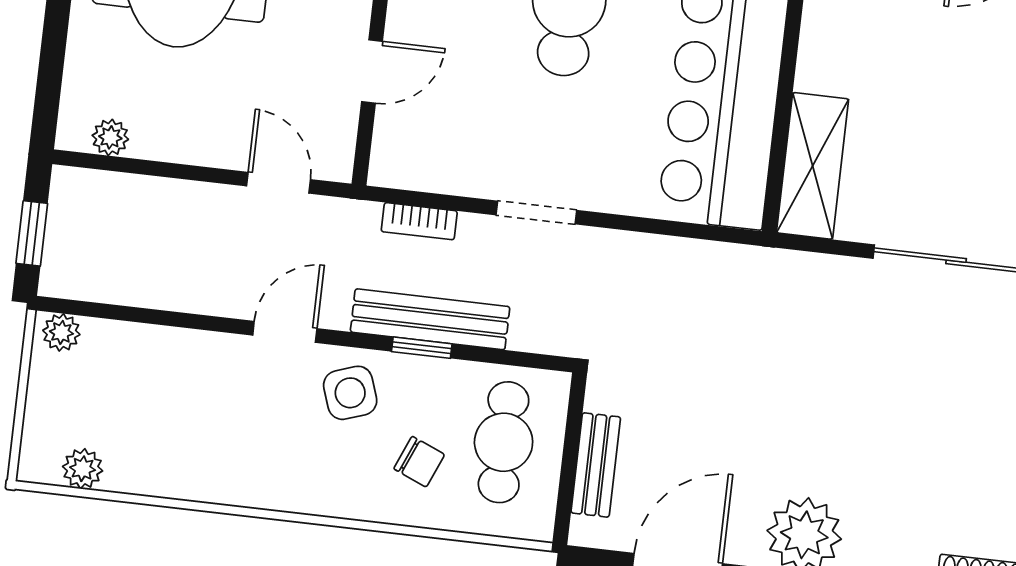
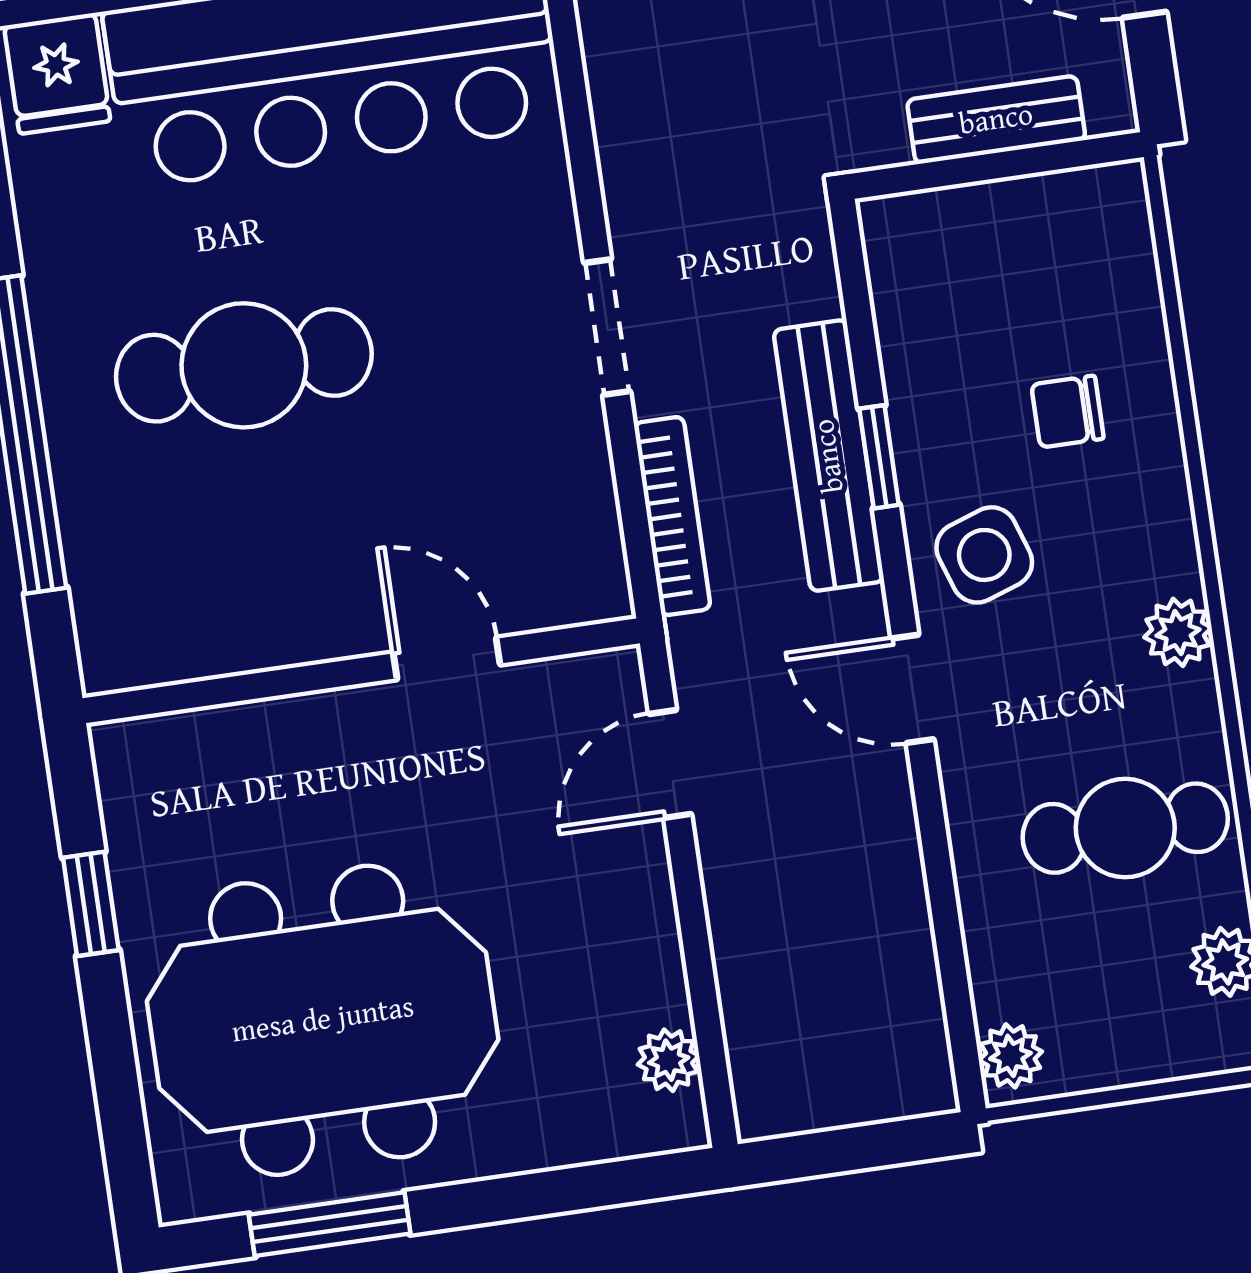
bookcase: (419, 221) -> (672, 516), width x1.56
window: (32, 233) -> (861, 1148), removed
cafe table: (504, 442) -> (1125, 828), moved
chair: (419, 462) -> (1068, 412), turned -113
plant: (277, 491) -> (1178, 632), added

